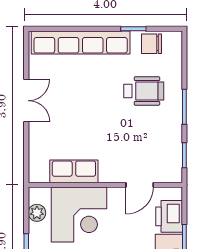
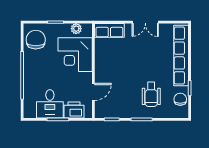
row of seats: (74, 171) -> (109, 30), moved, turned 90
door: (140, 185) -> (93, 92), swing flipped

